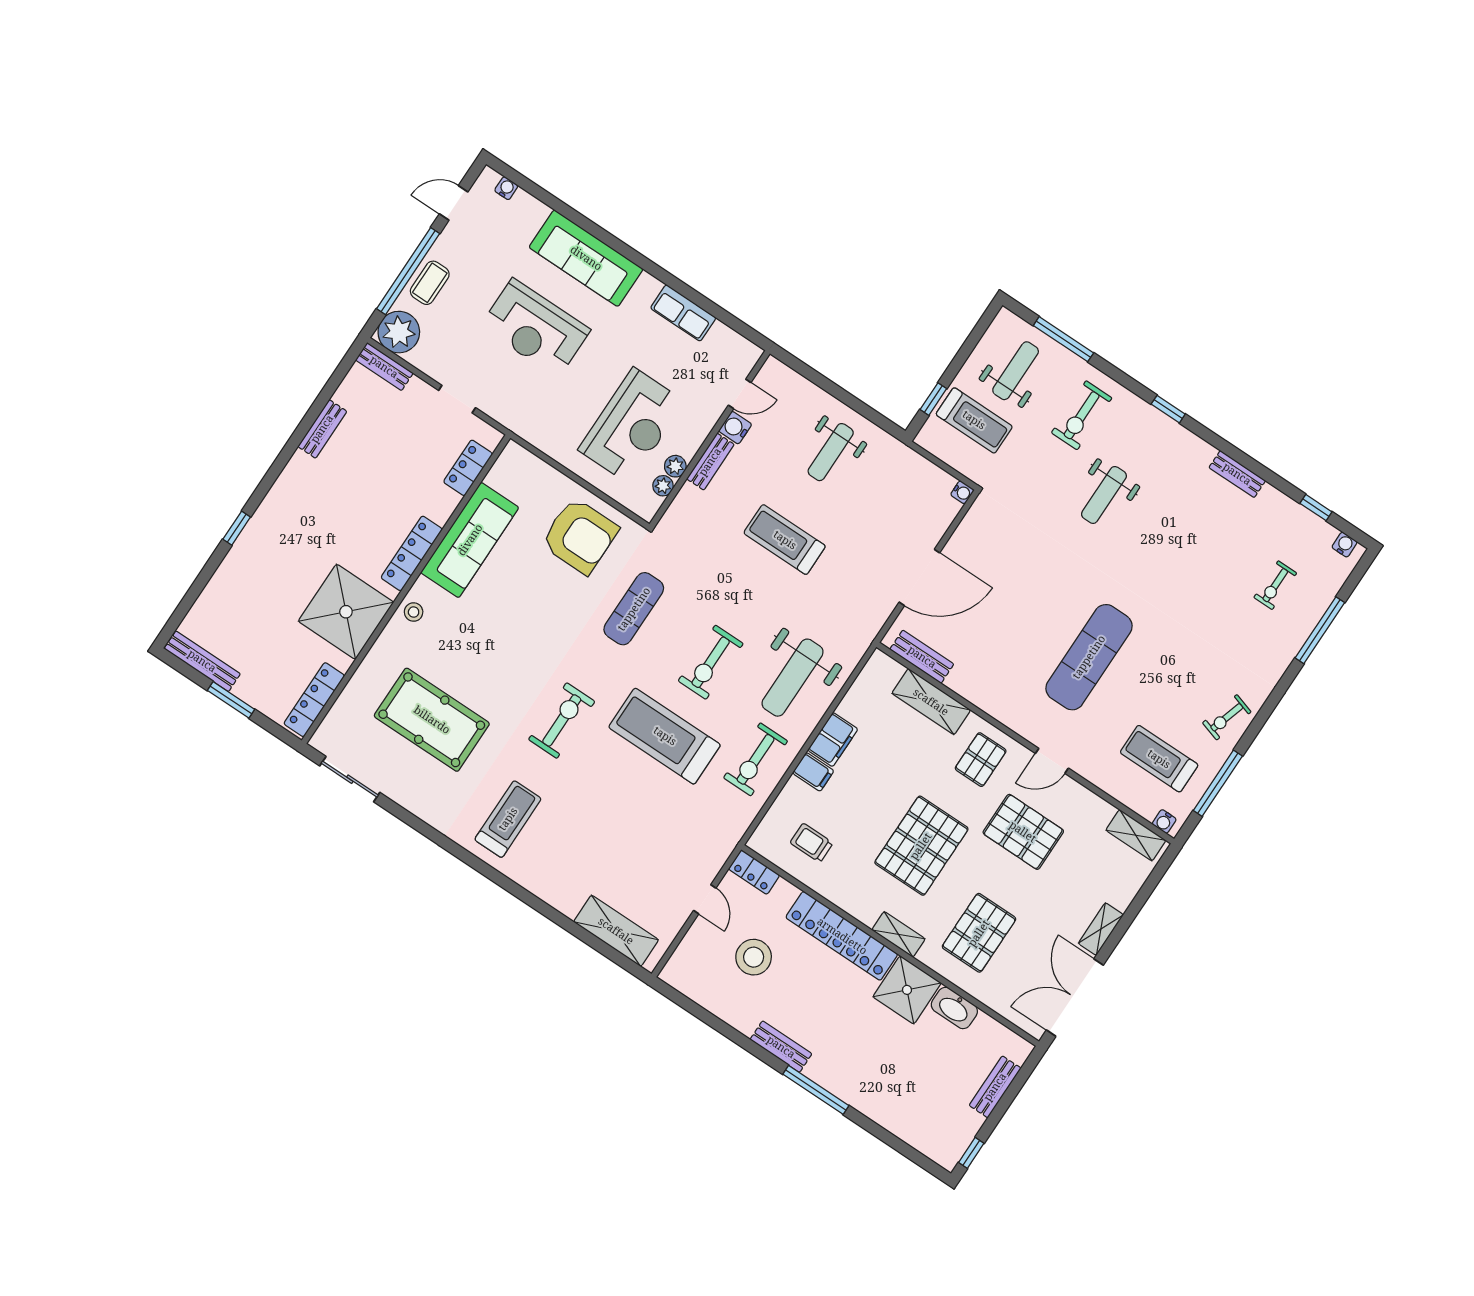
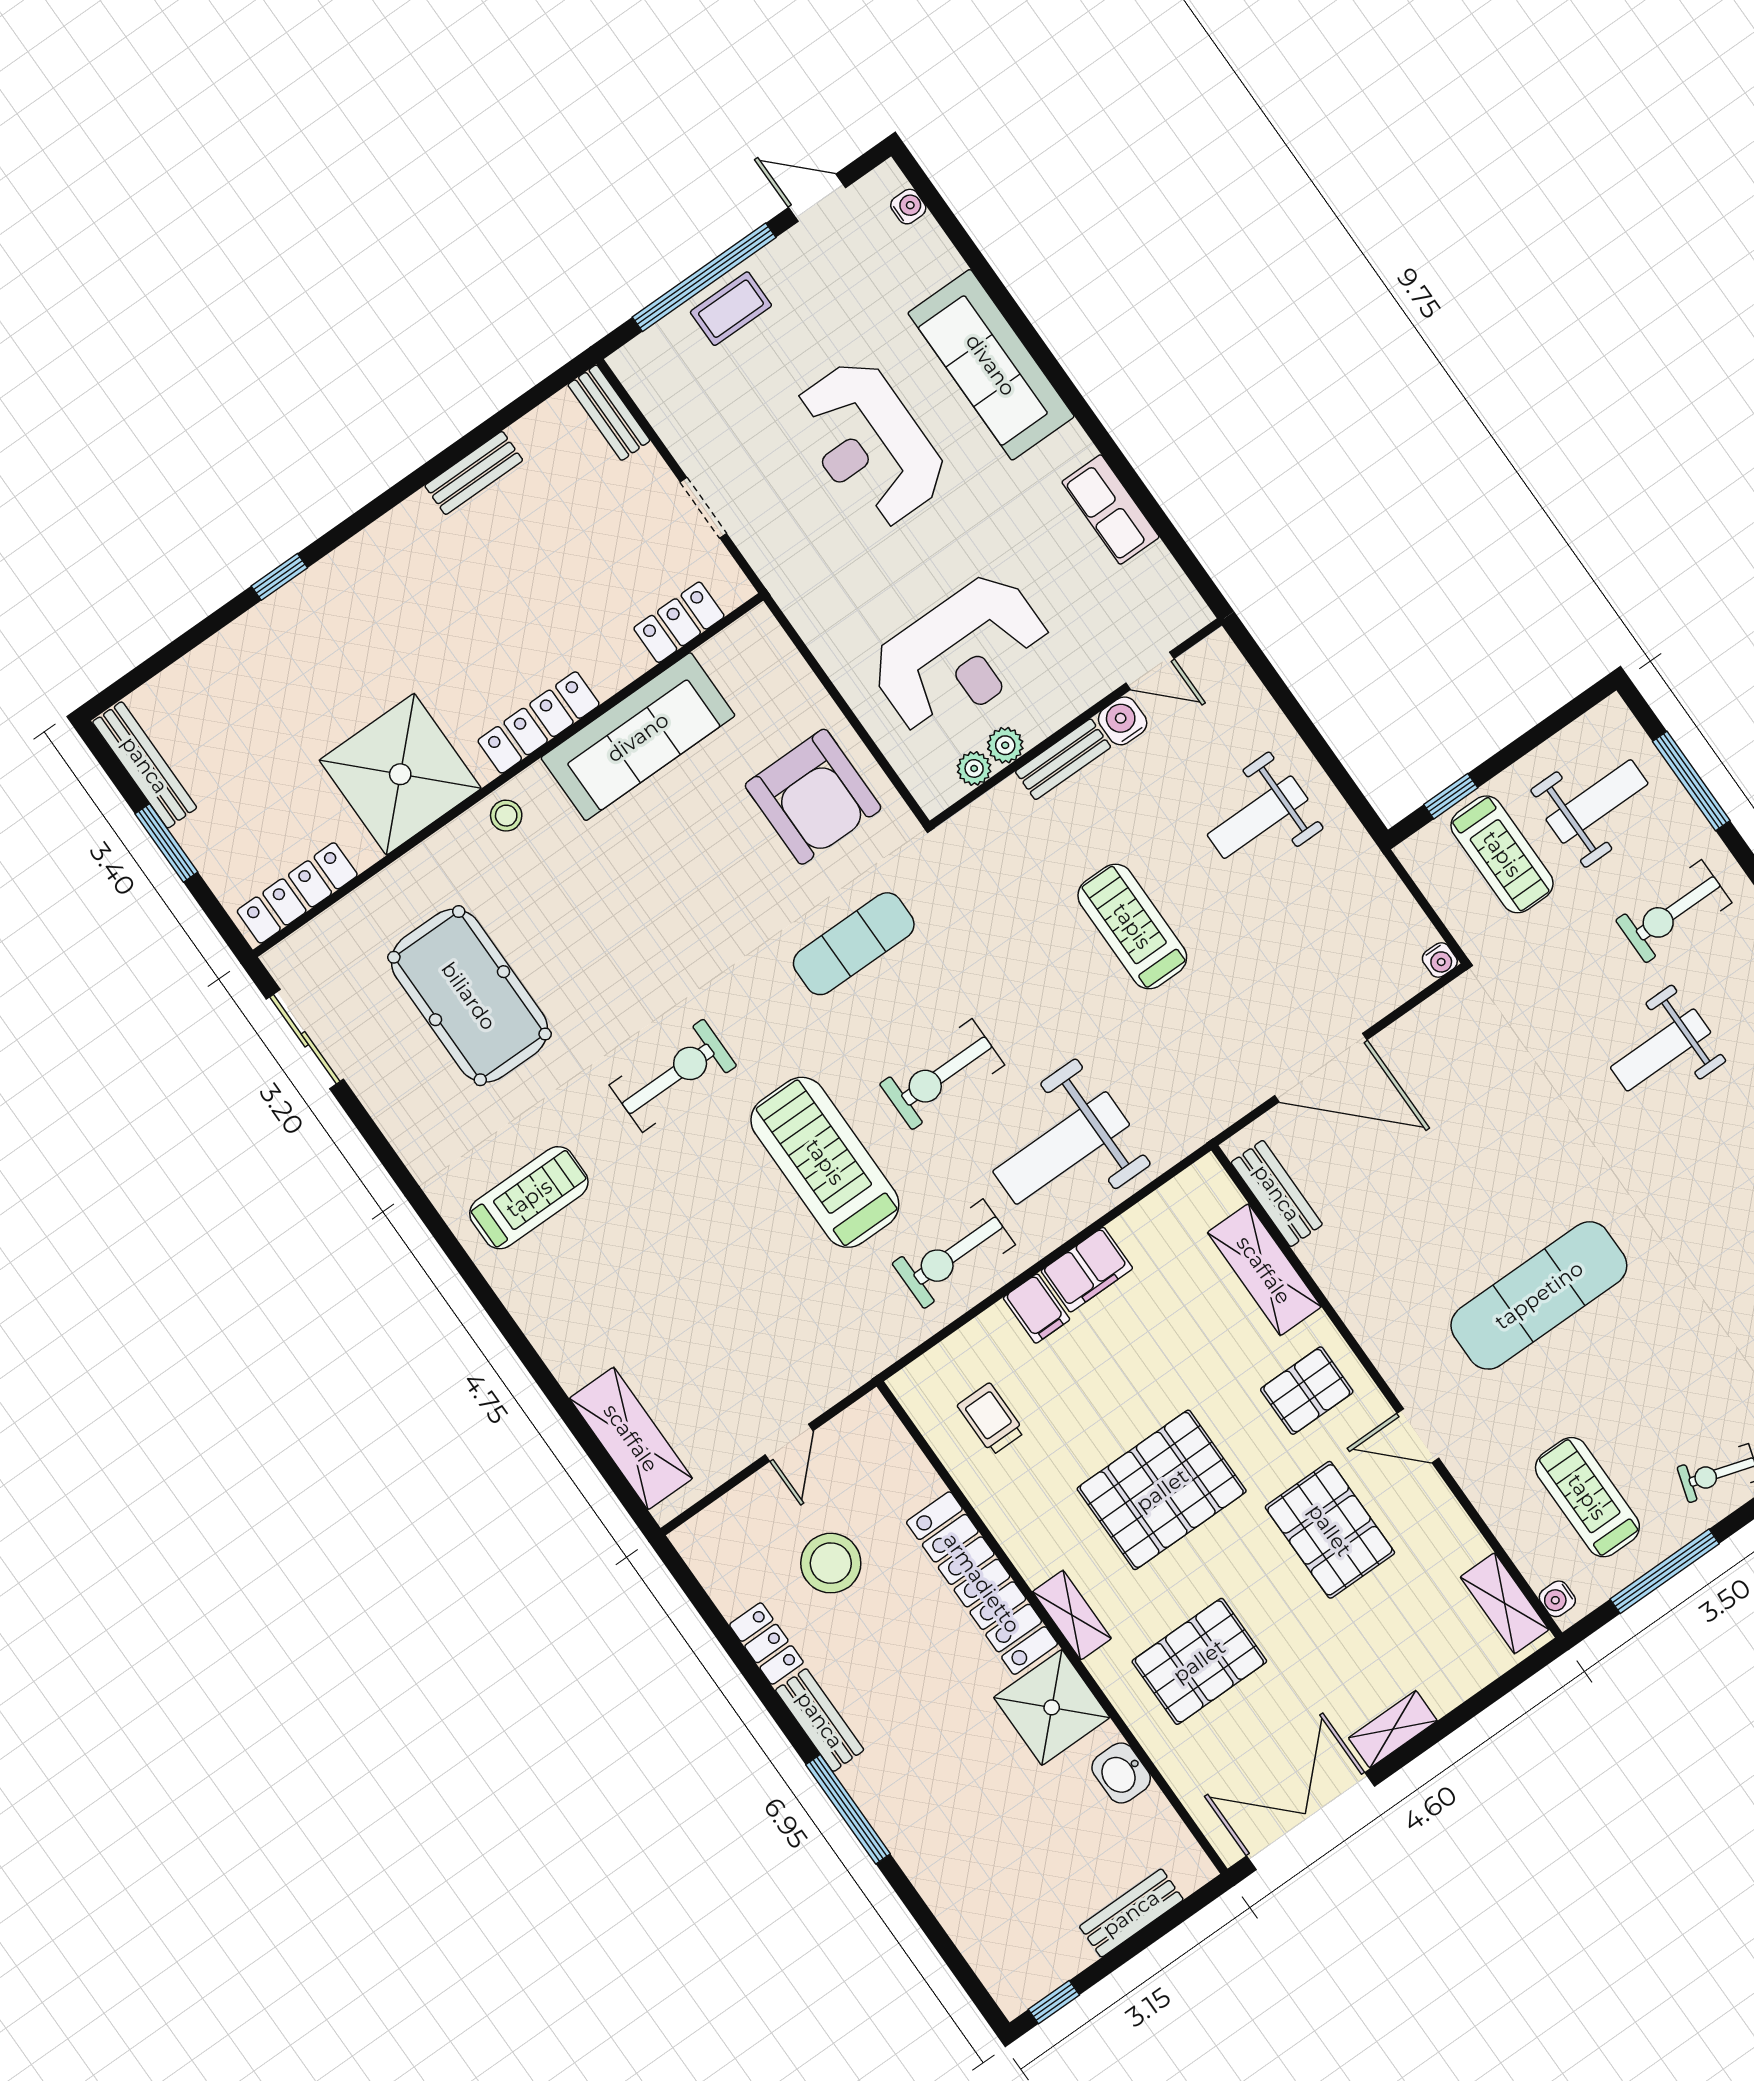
plant: (399, 332) -> (653, 367), removed
locker: (754, 872) -> (766, 1644), moved, turned 180
washbasin: (954, 1008) -> (1121, 1773), width x0.72

